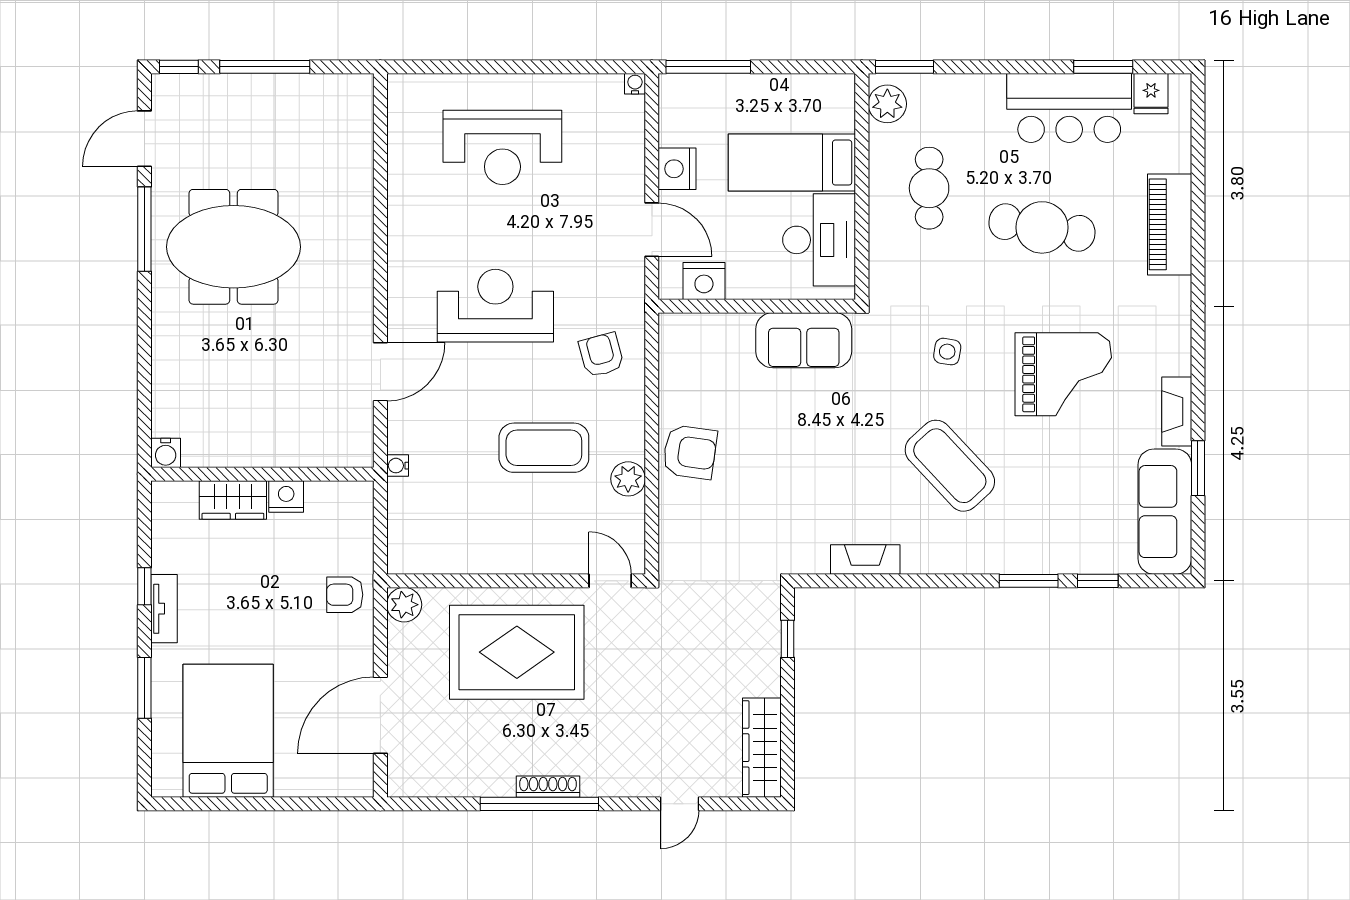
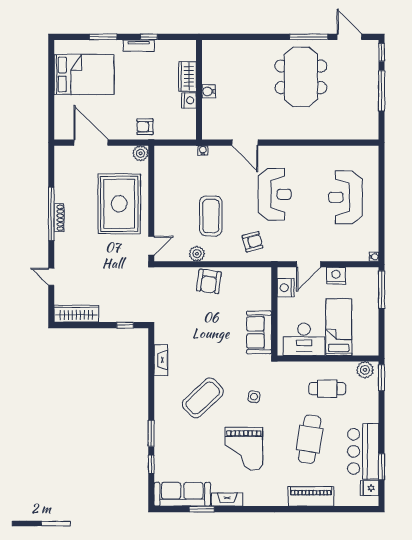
water cooler: (166, 453) -> (209, 91), moved
armchair: (345, 595) -> (145, 127), turned -90

